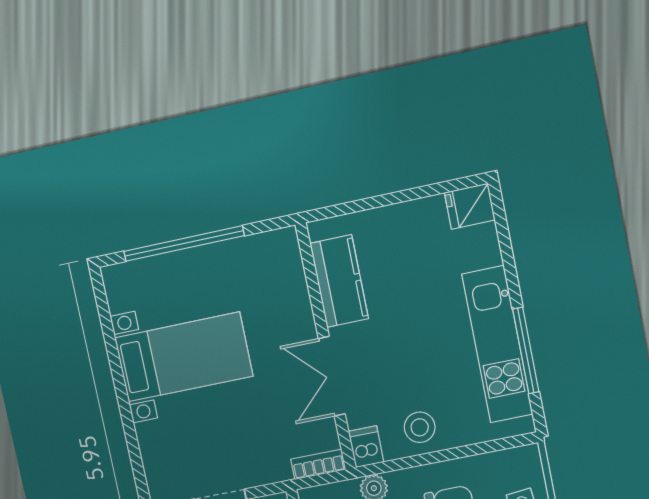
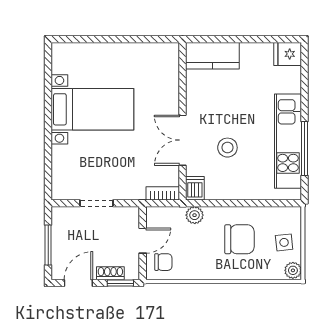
window: (184, 244) -> (108, 39), removed
kitchen counter: (339, 281) -> (212, 56), moved, turned 90
stool: (420, 427) -> (227, 148), moved

